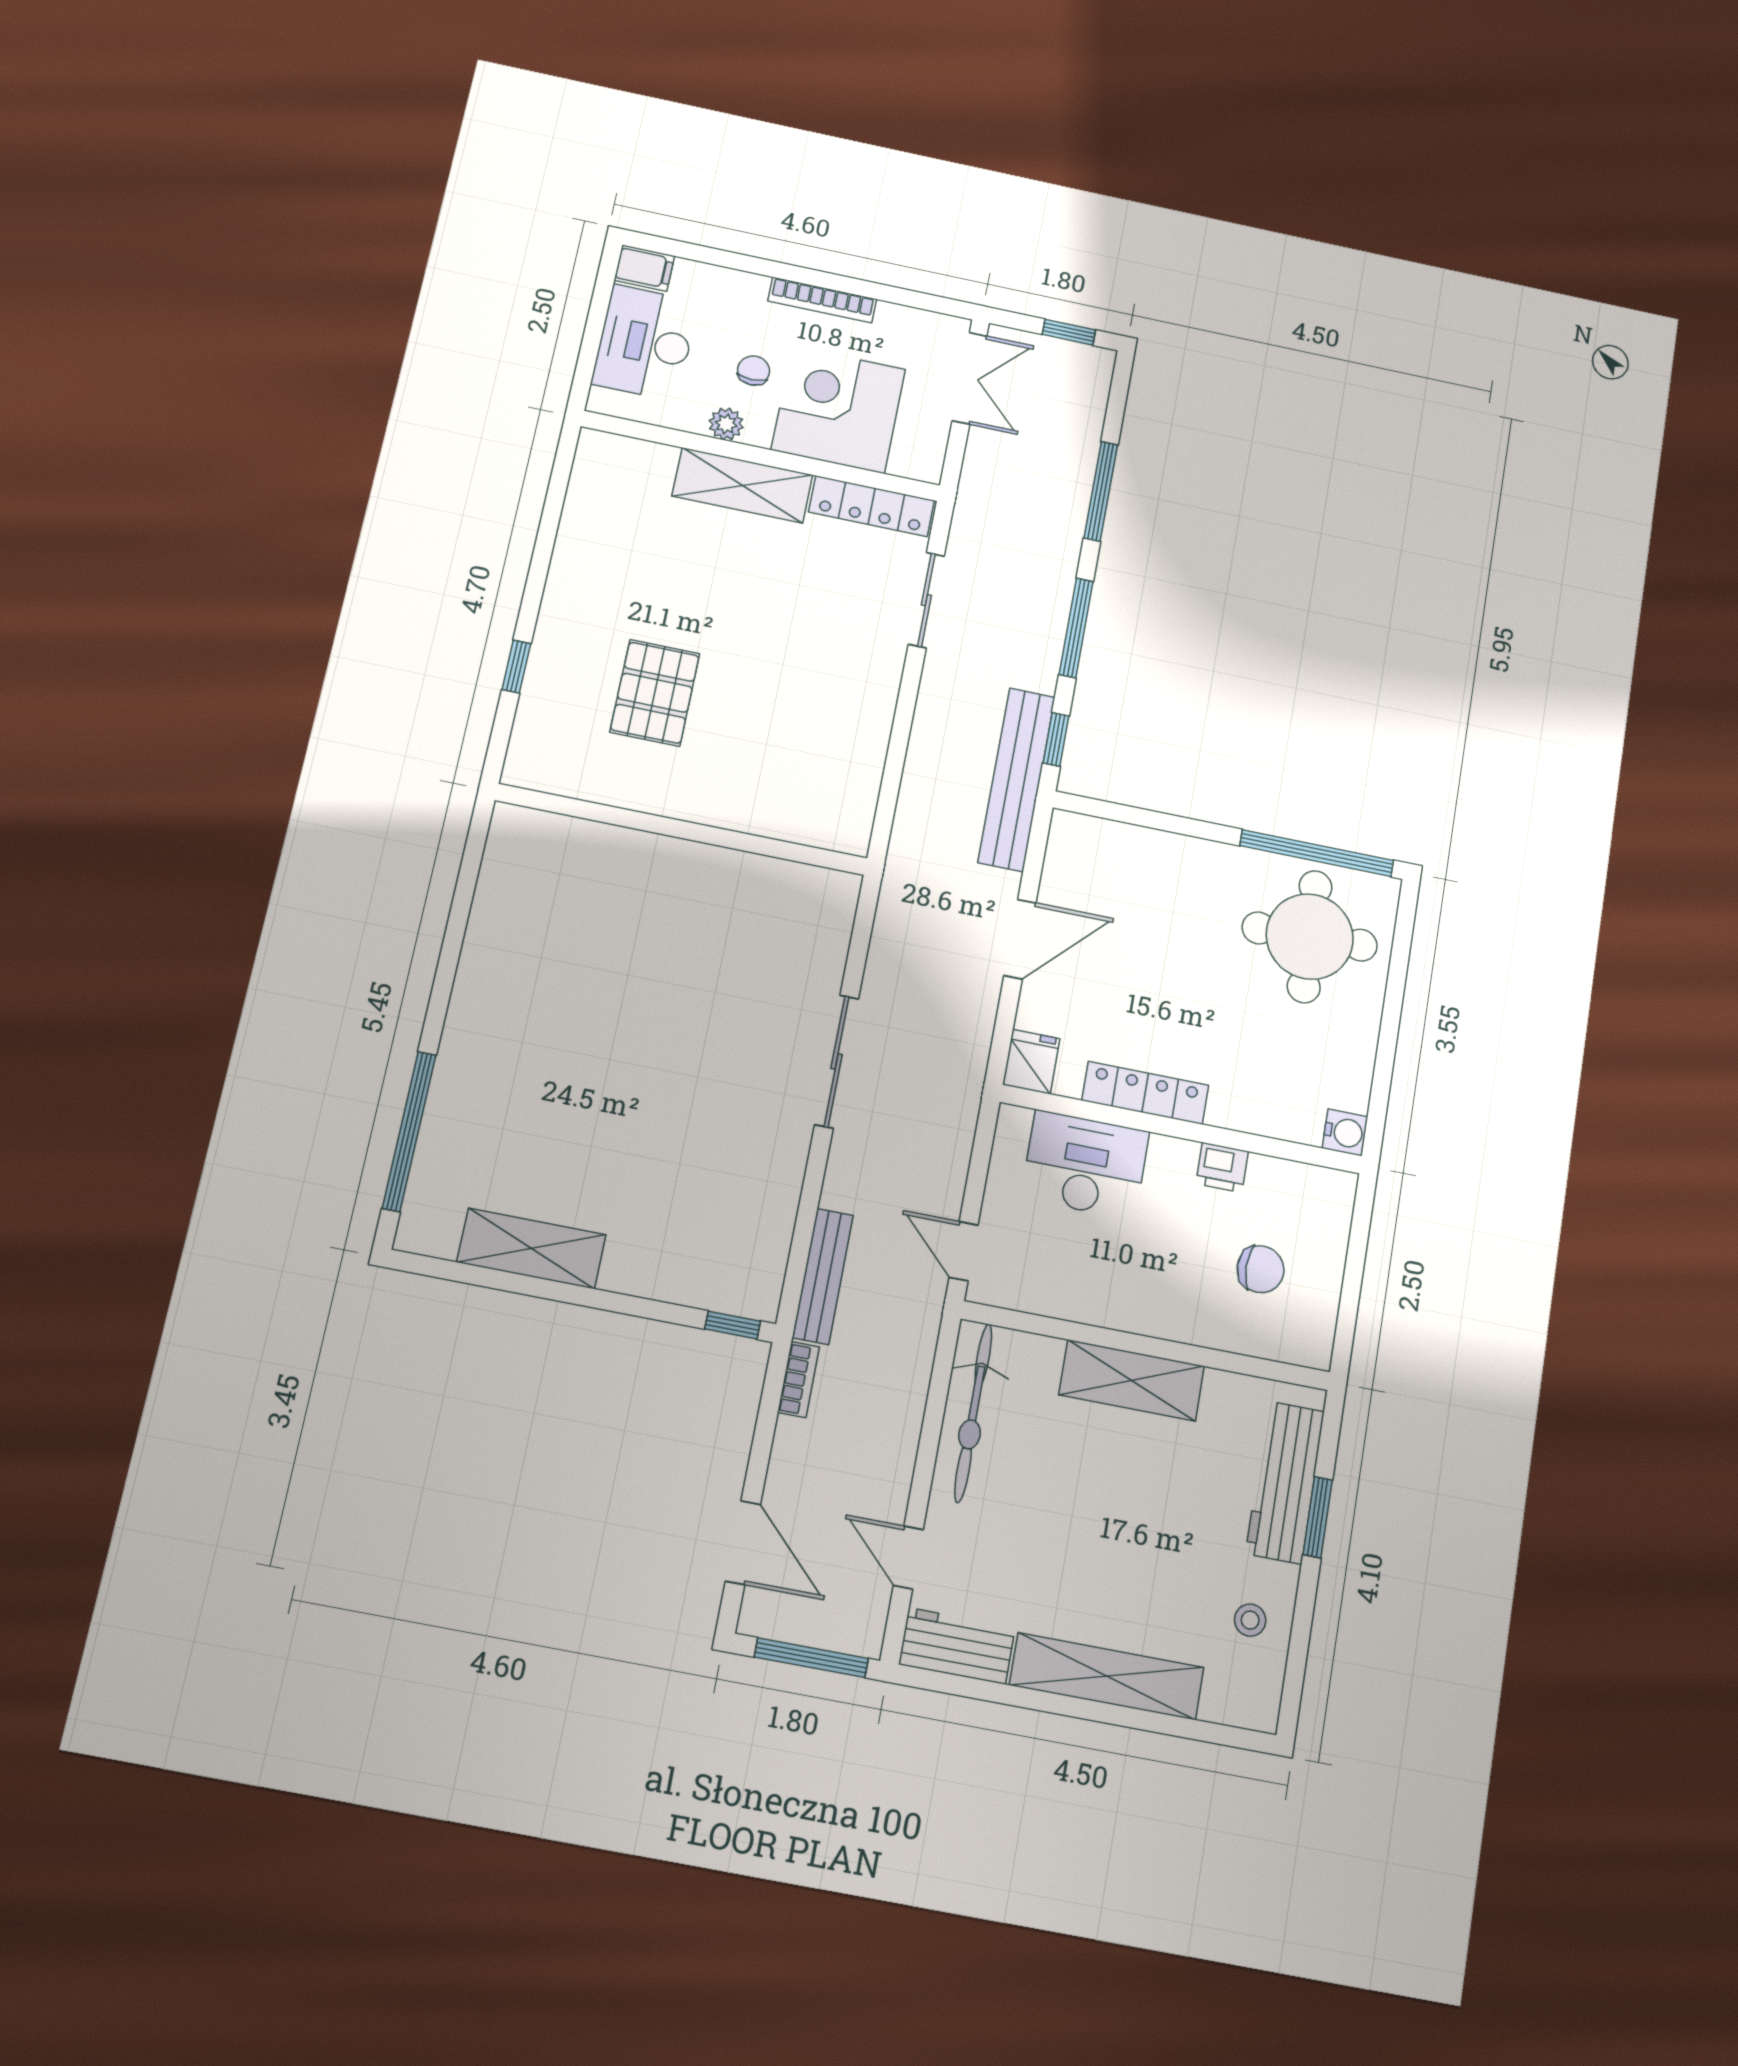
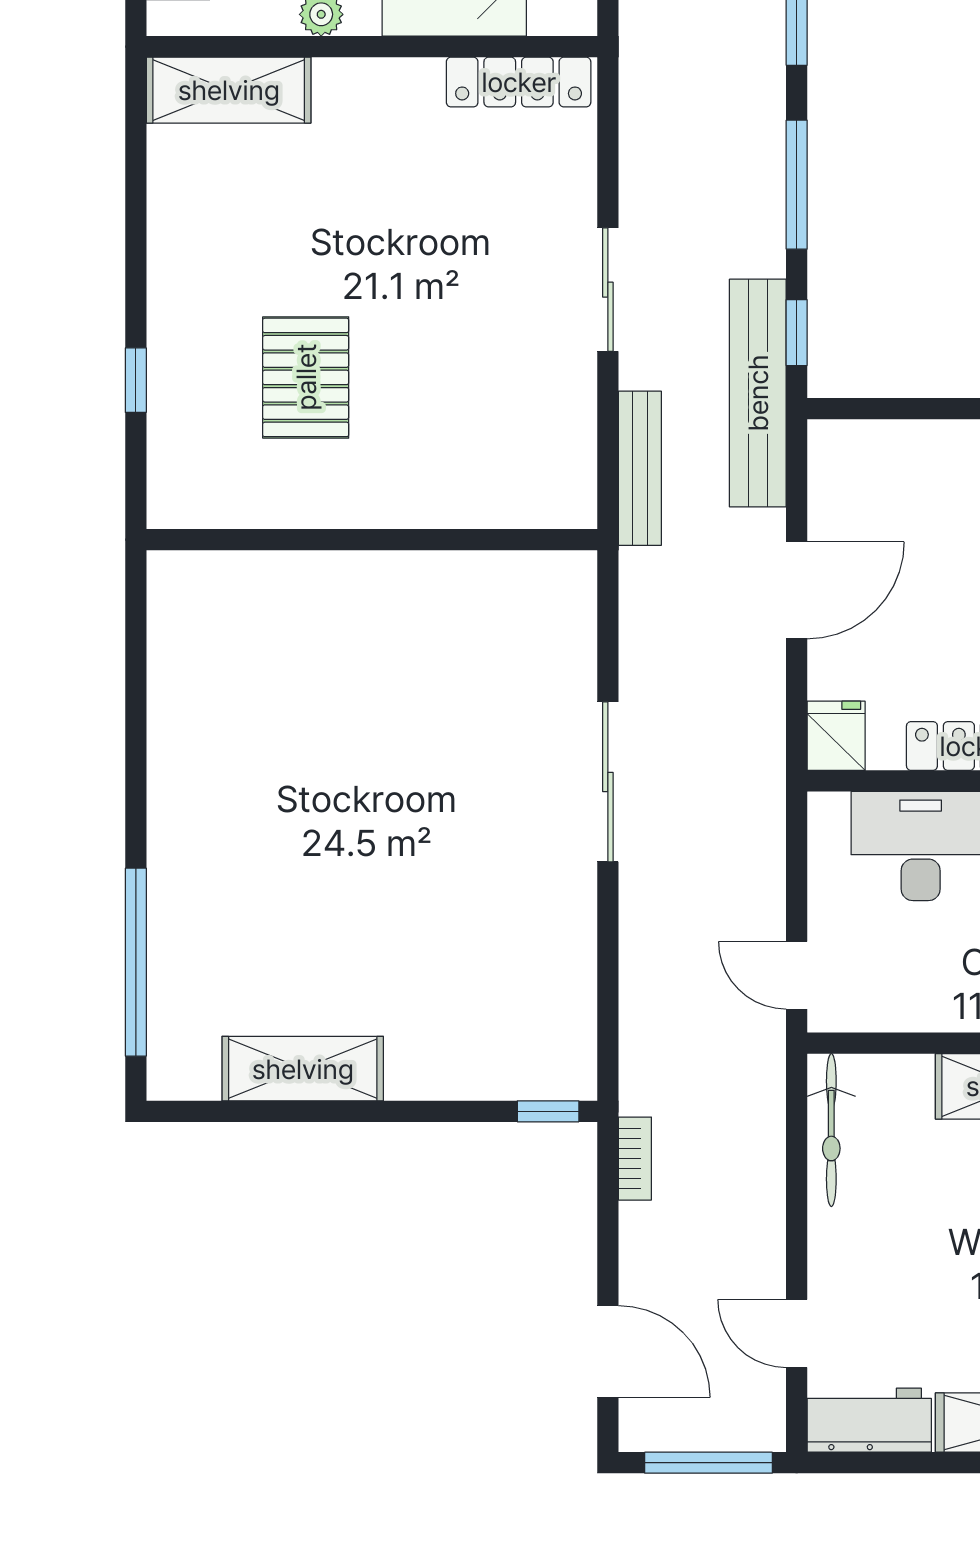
shelving: (742, 485) -> (229, 90), moved
sliding door: (926, 600) -> (608, 290), moved
bench: (823, 1276) -> (640, 468), moved
bicycle: (973, 1413) -> (831, 1130), width x0.73, depth x0.71

